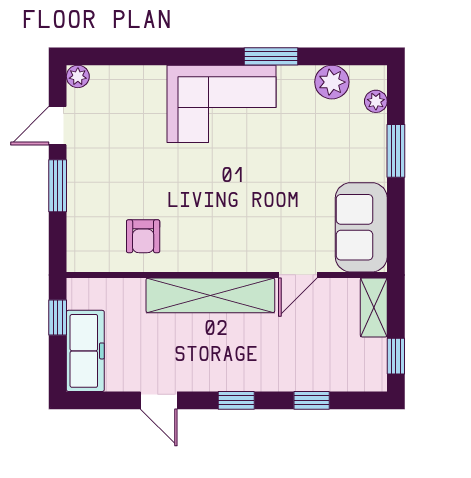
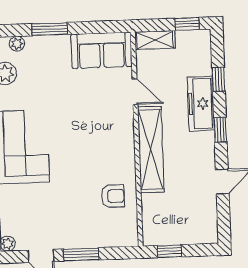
freezer: (85, 351) -> (201, 104), moved, turned -90

